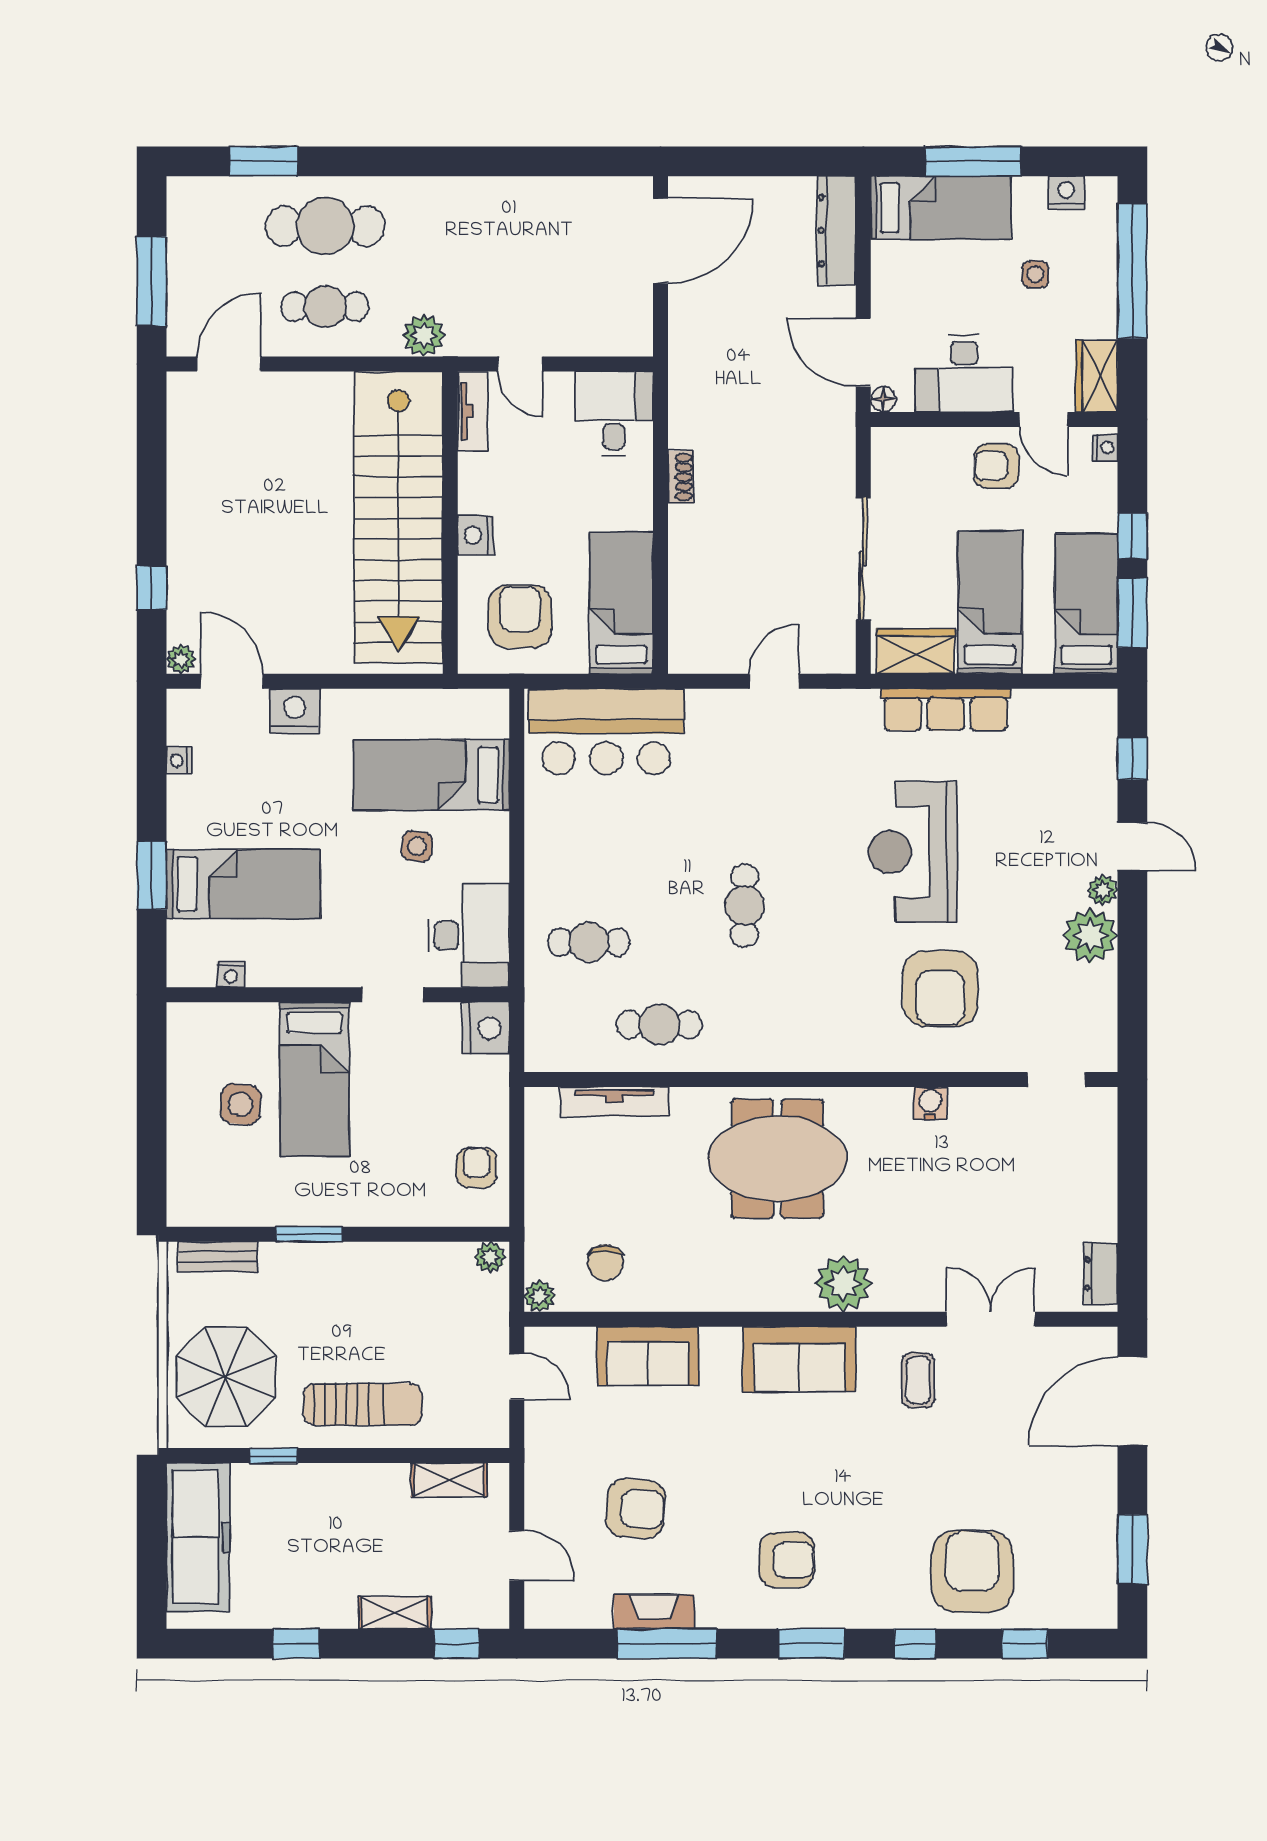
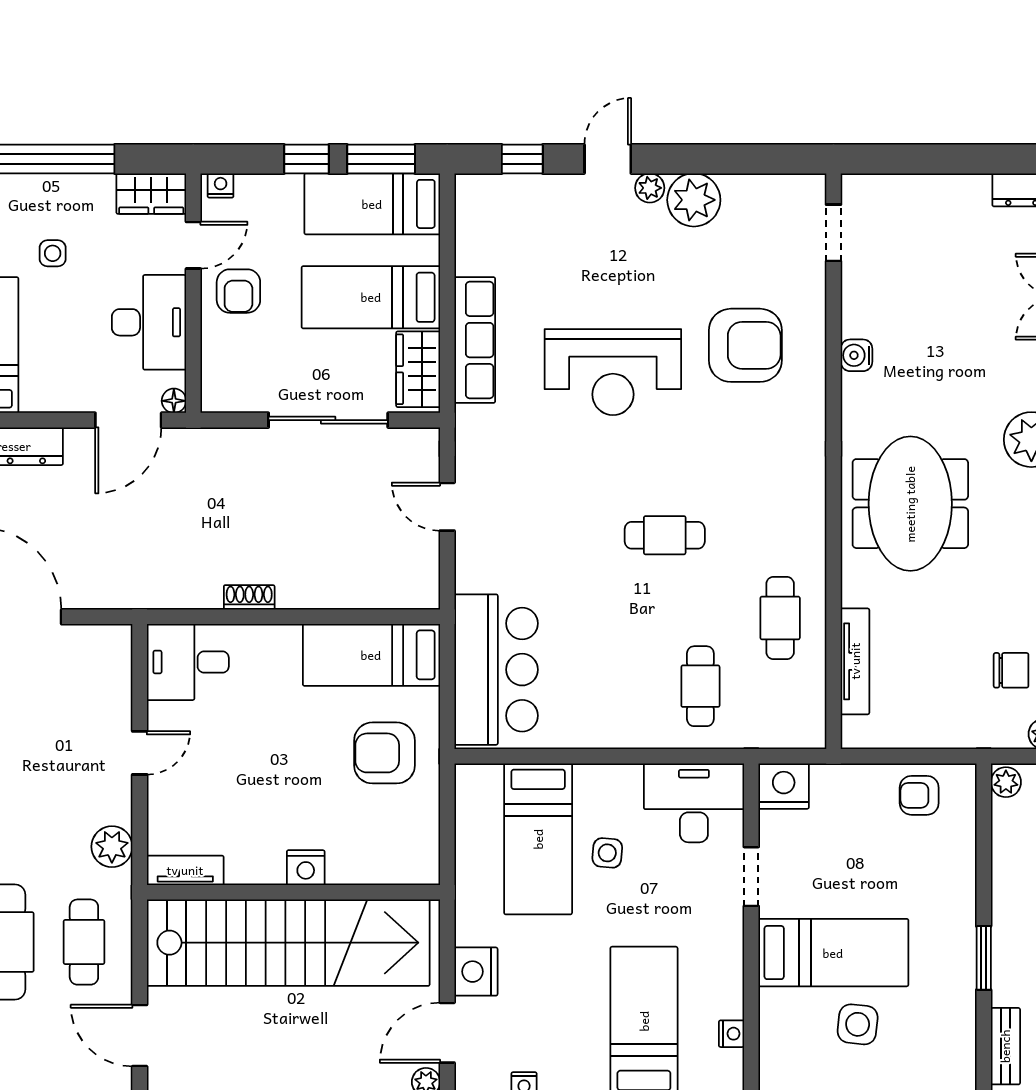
tv unit: (473, 411) -> (185, 870), moved
stairs: (398, 517) -> (288, 943), moved
wall: (450, 523) -> (293, 892), moved
nightstand: (476, 535) -> (306, 868), moved

